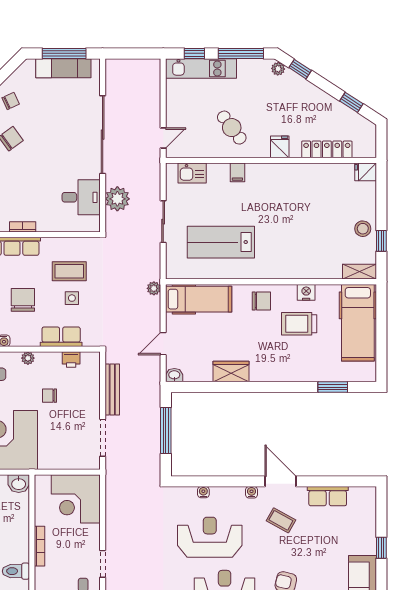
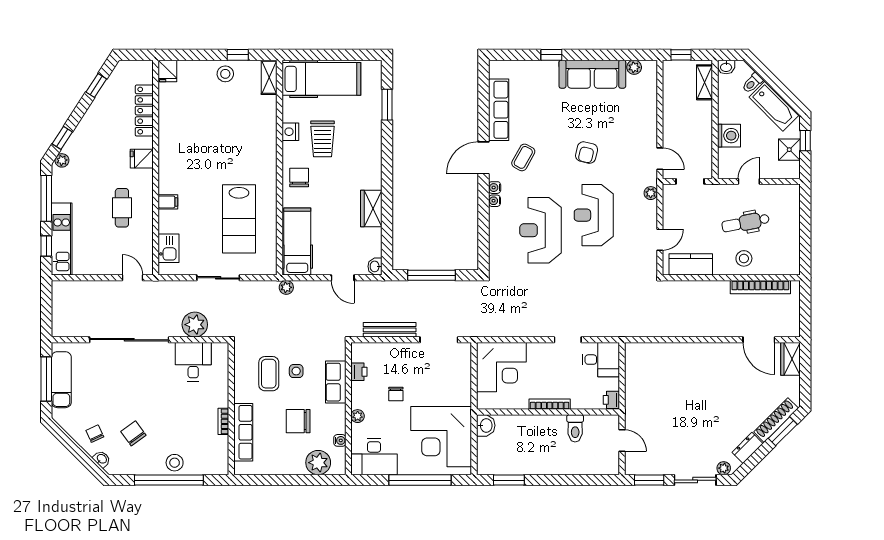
cafe table: (232, 128) -> (122, 208), turned -53
water cooler: (203, 492) -> (494, 201), moved
row of seats: (328, 496) -> (499, 110), width x1.48

